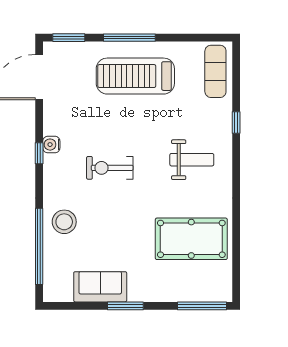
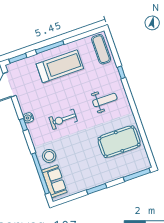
treadmill: (135, 76) -> (60, 66), turned 180
sofa: (100, 287) -> (54, 181), moved, turned 90

